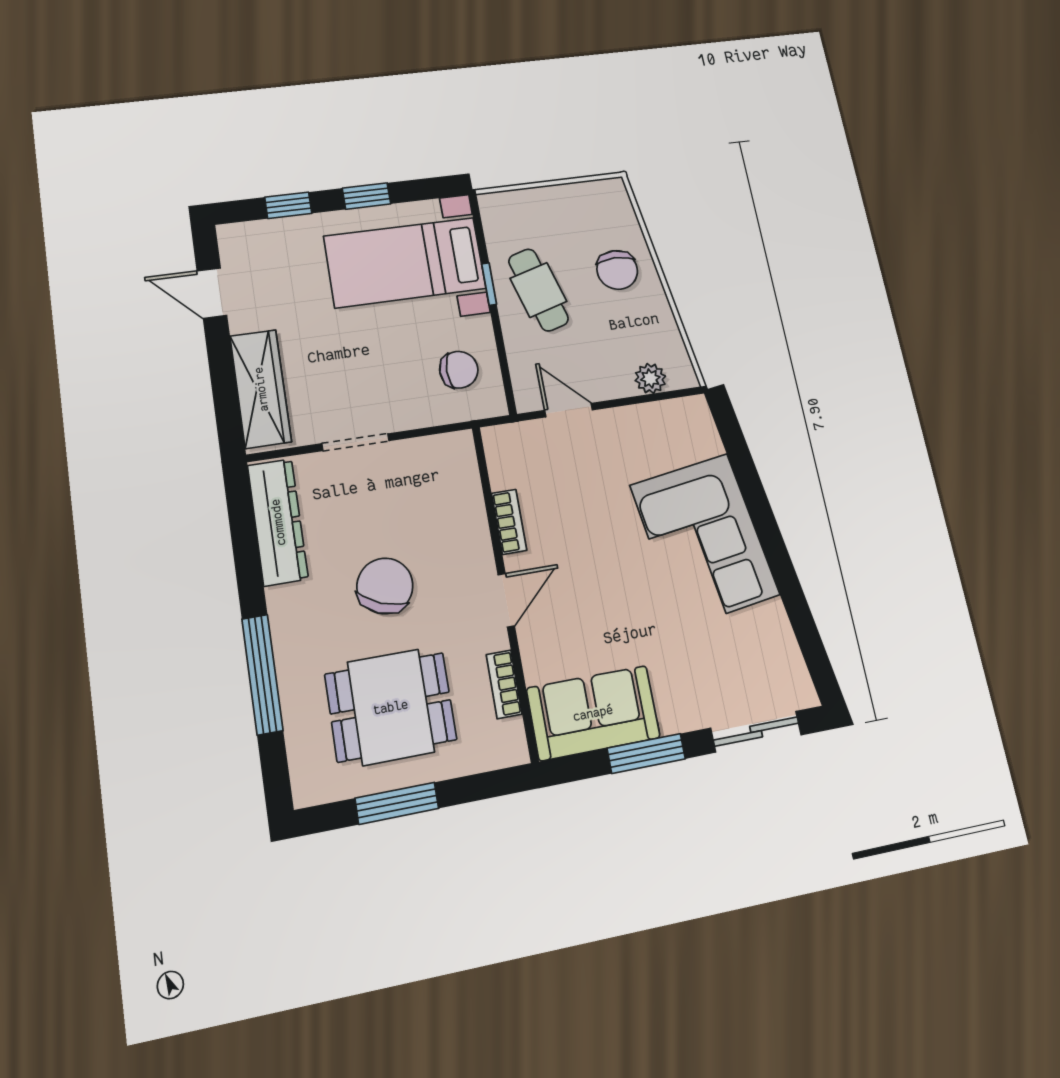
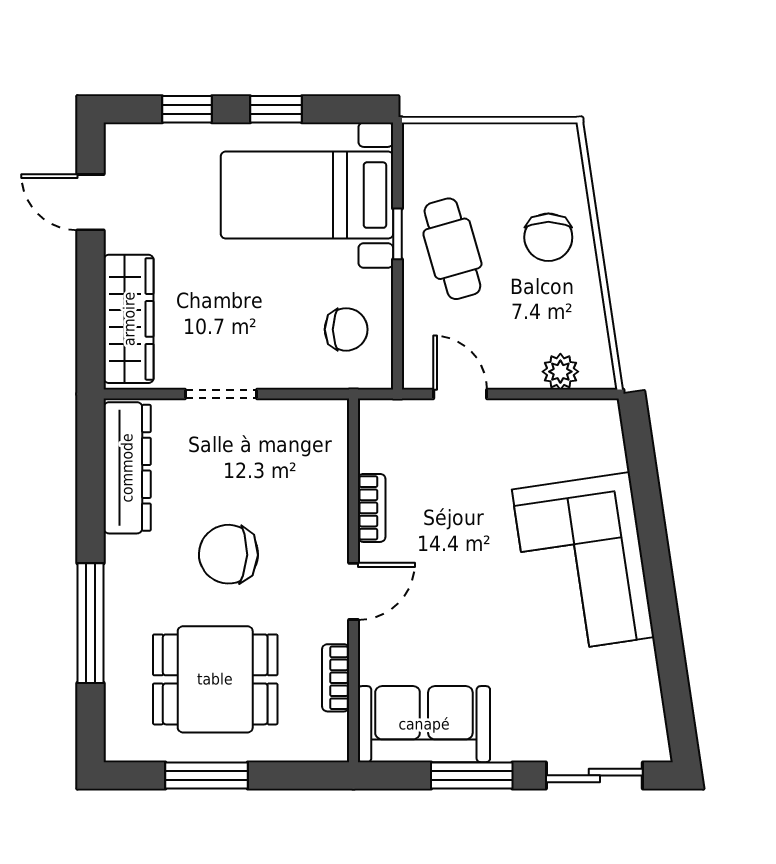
chair: (385, 586) -> (228, 554), turned -110

